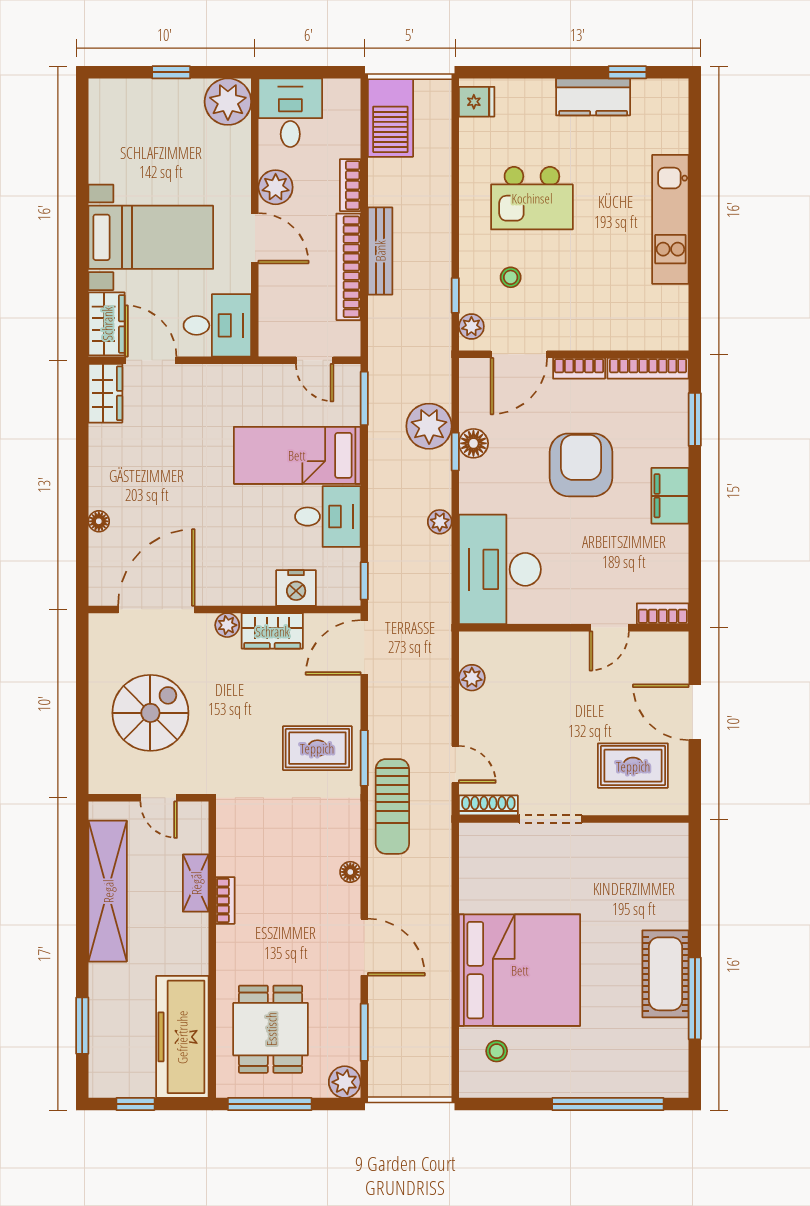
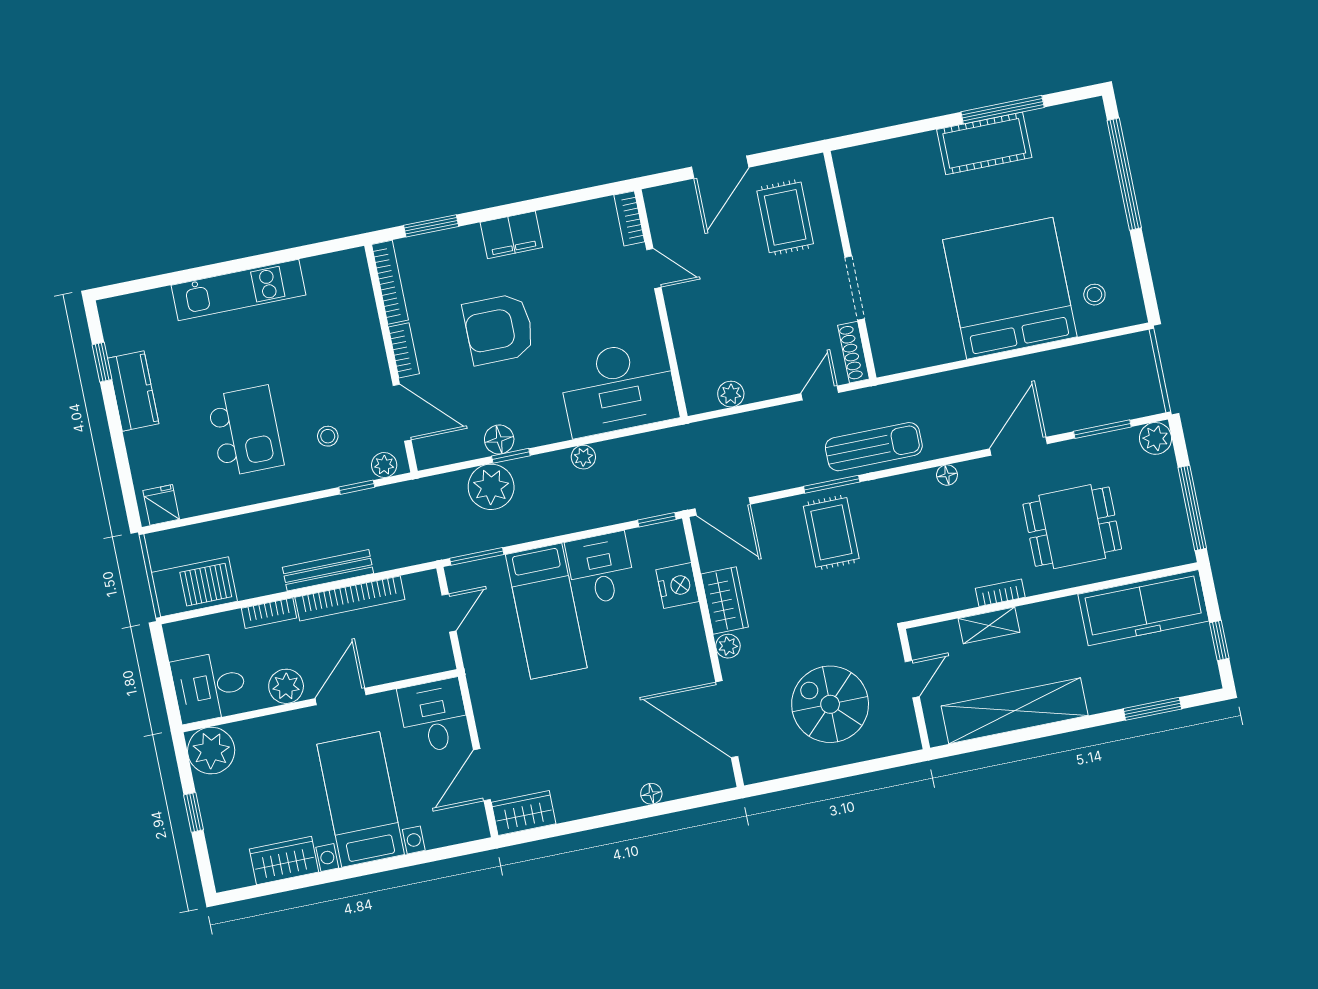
wardrobe: (107, 324) -> (284, 861), moved
dining table: (271, 1029) -> (1072, 527), moved

